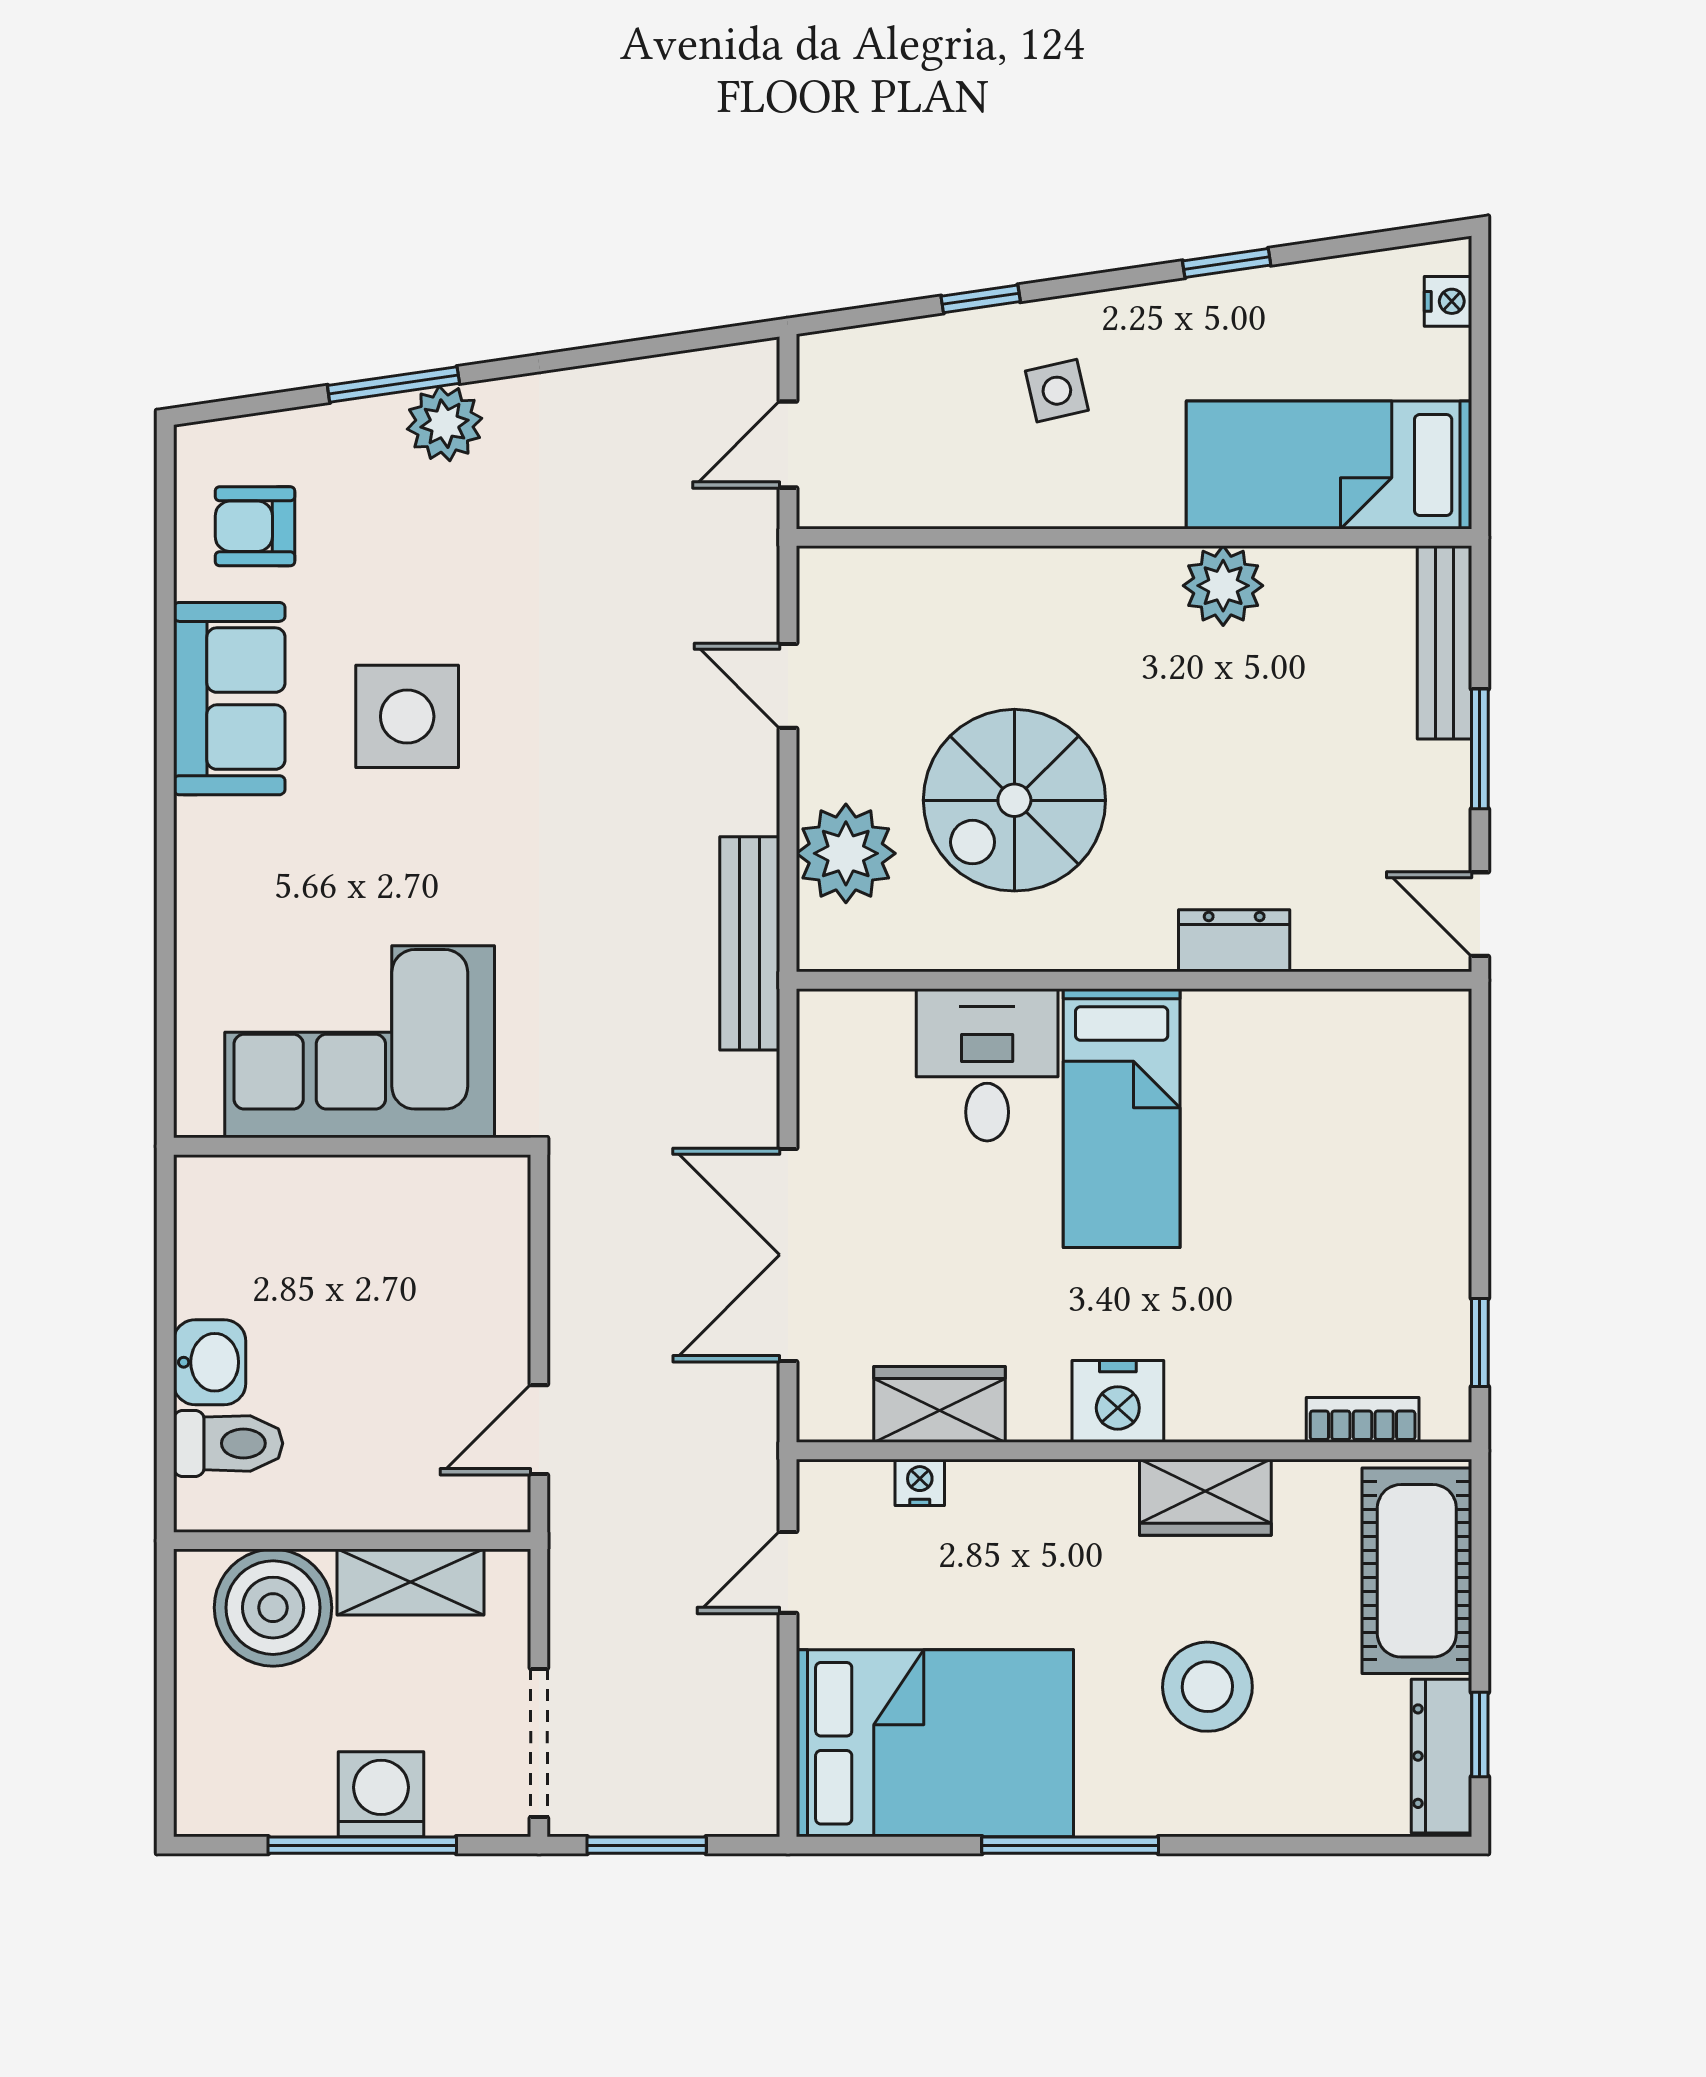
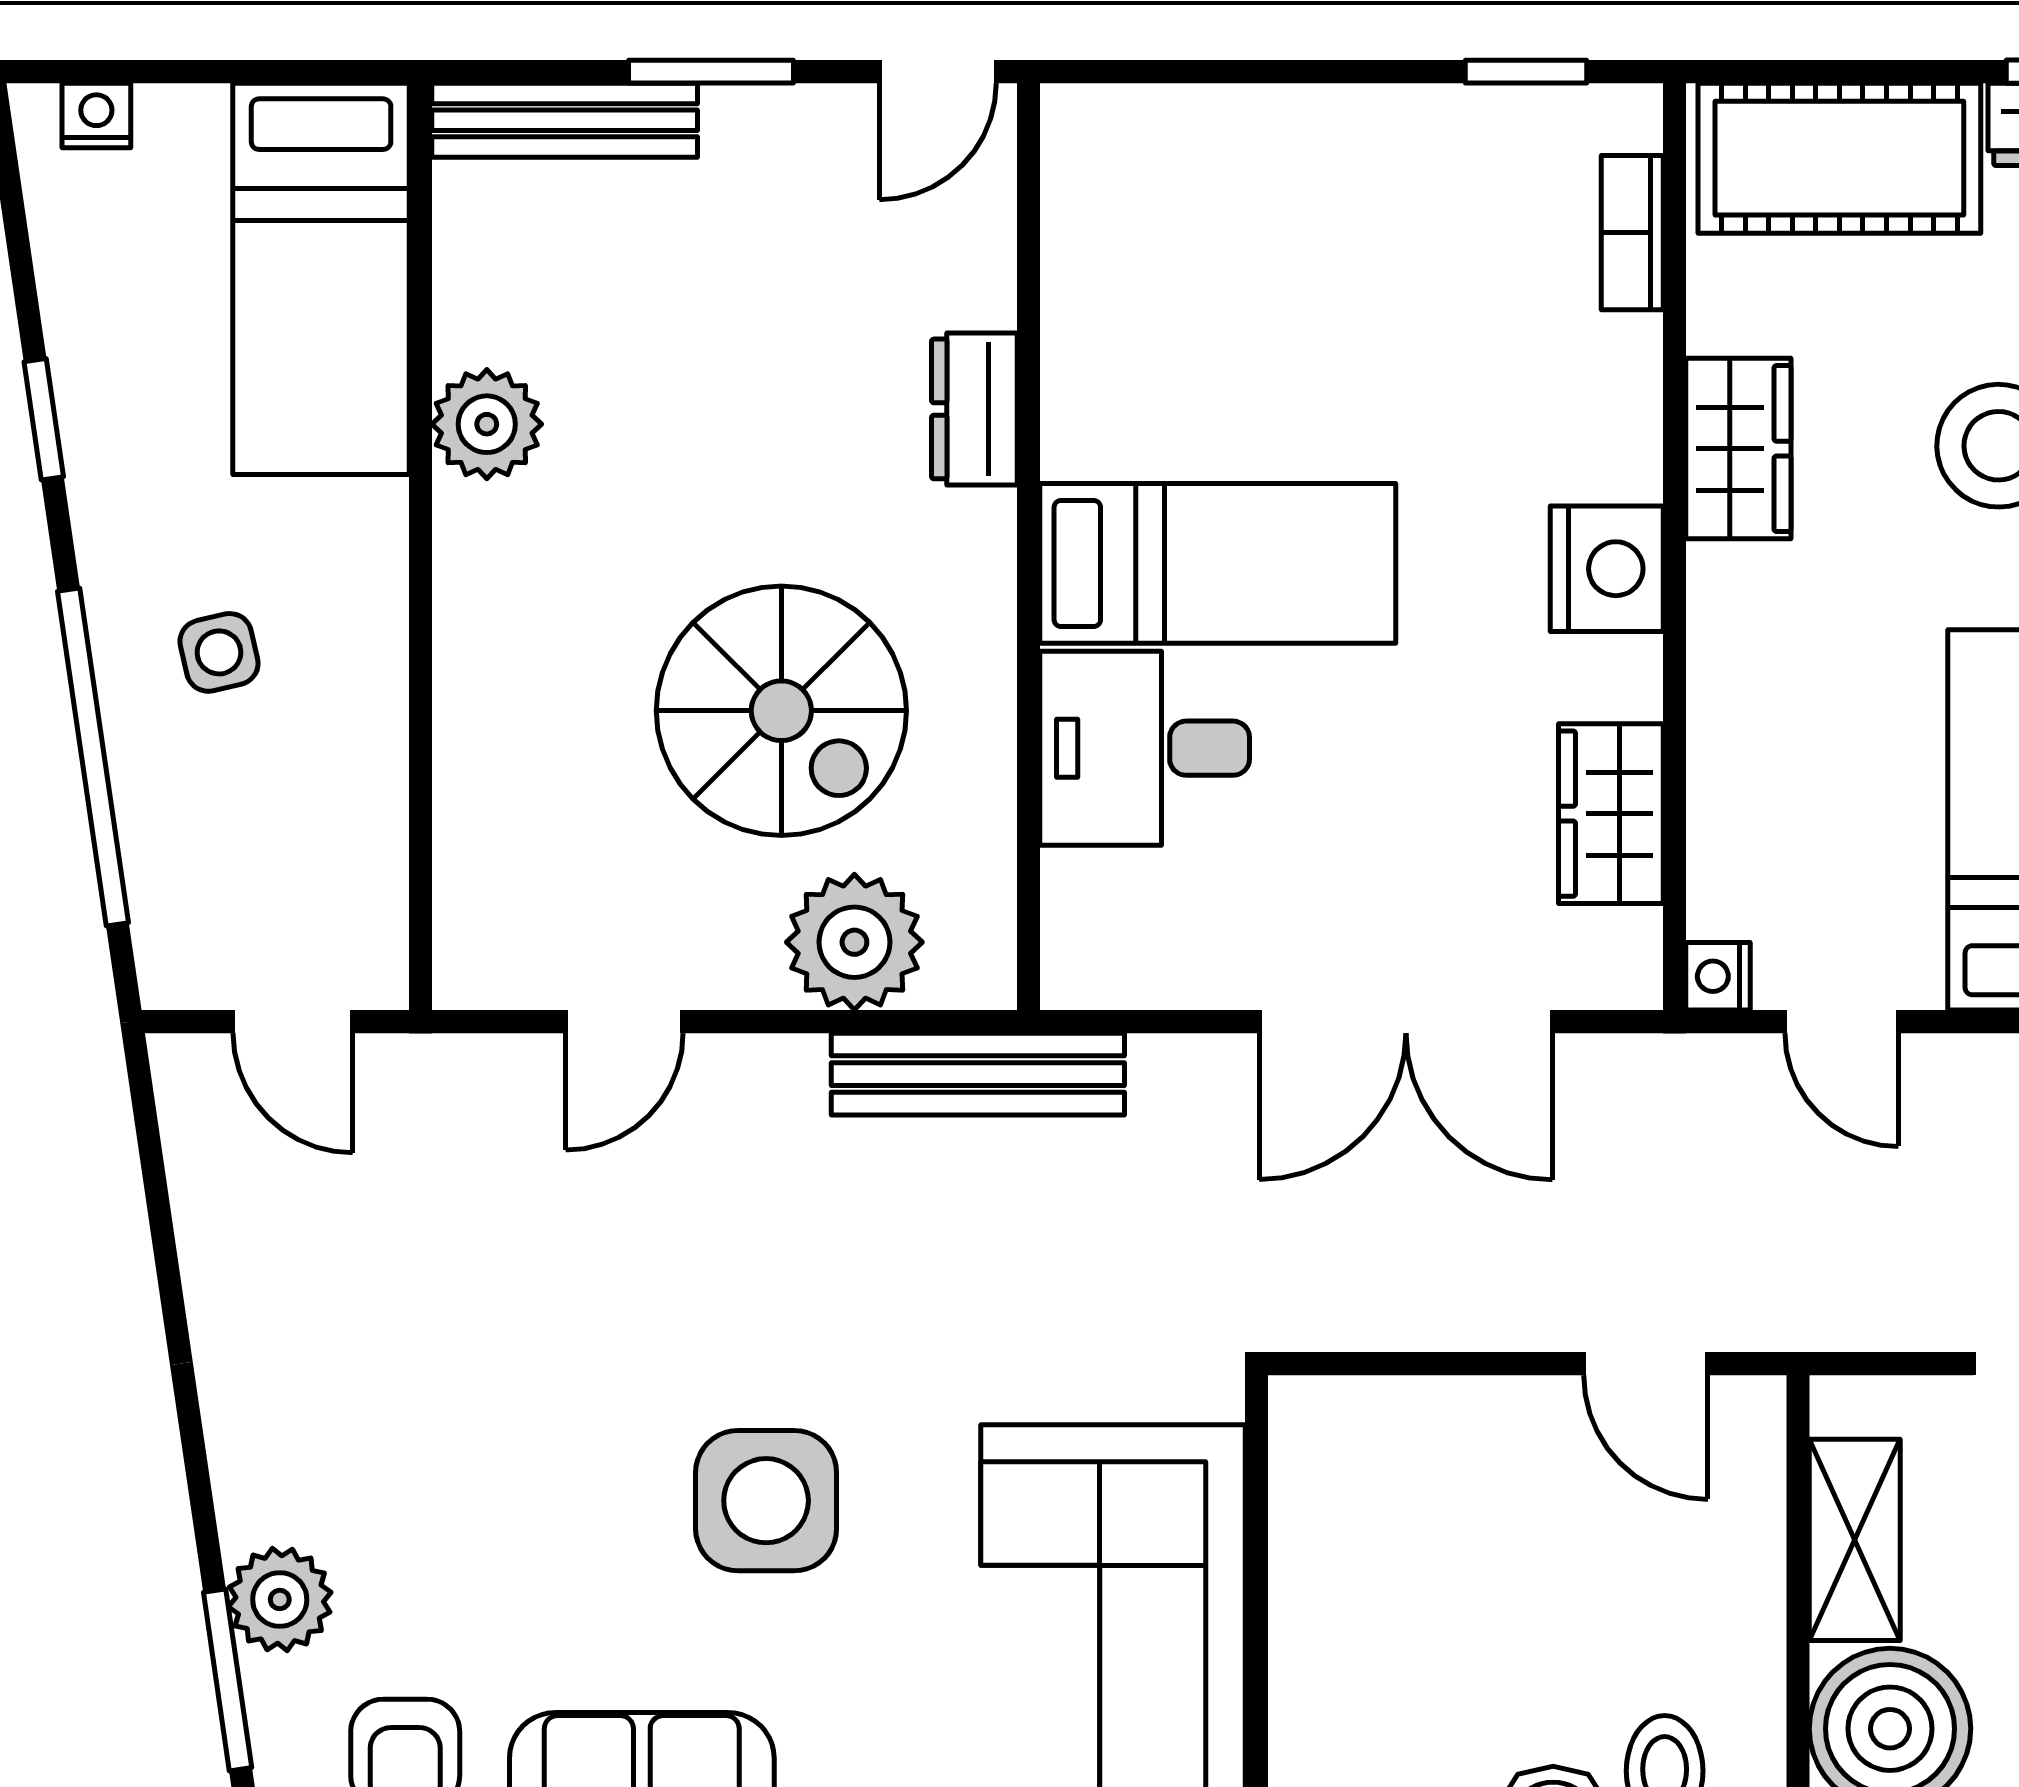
window: (981, 299) -> (93, 757), width x3.17
window: (393, 384) -> (228, 1680), moved
plant: (444, 424) -> (280, 1599), moved
side table: (407, 716) -> (766, 1501), moved
nightstand: (920, 1482) -> (1718, 976), moved

